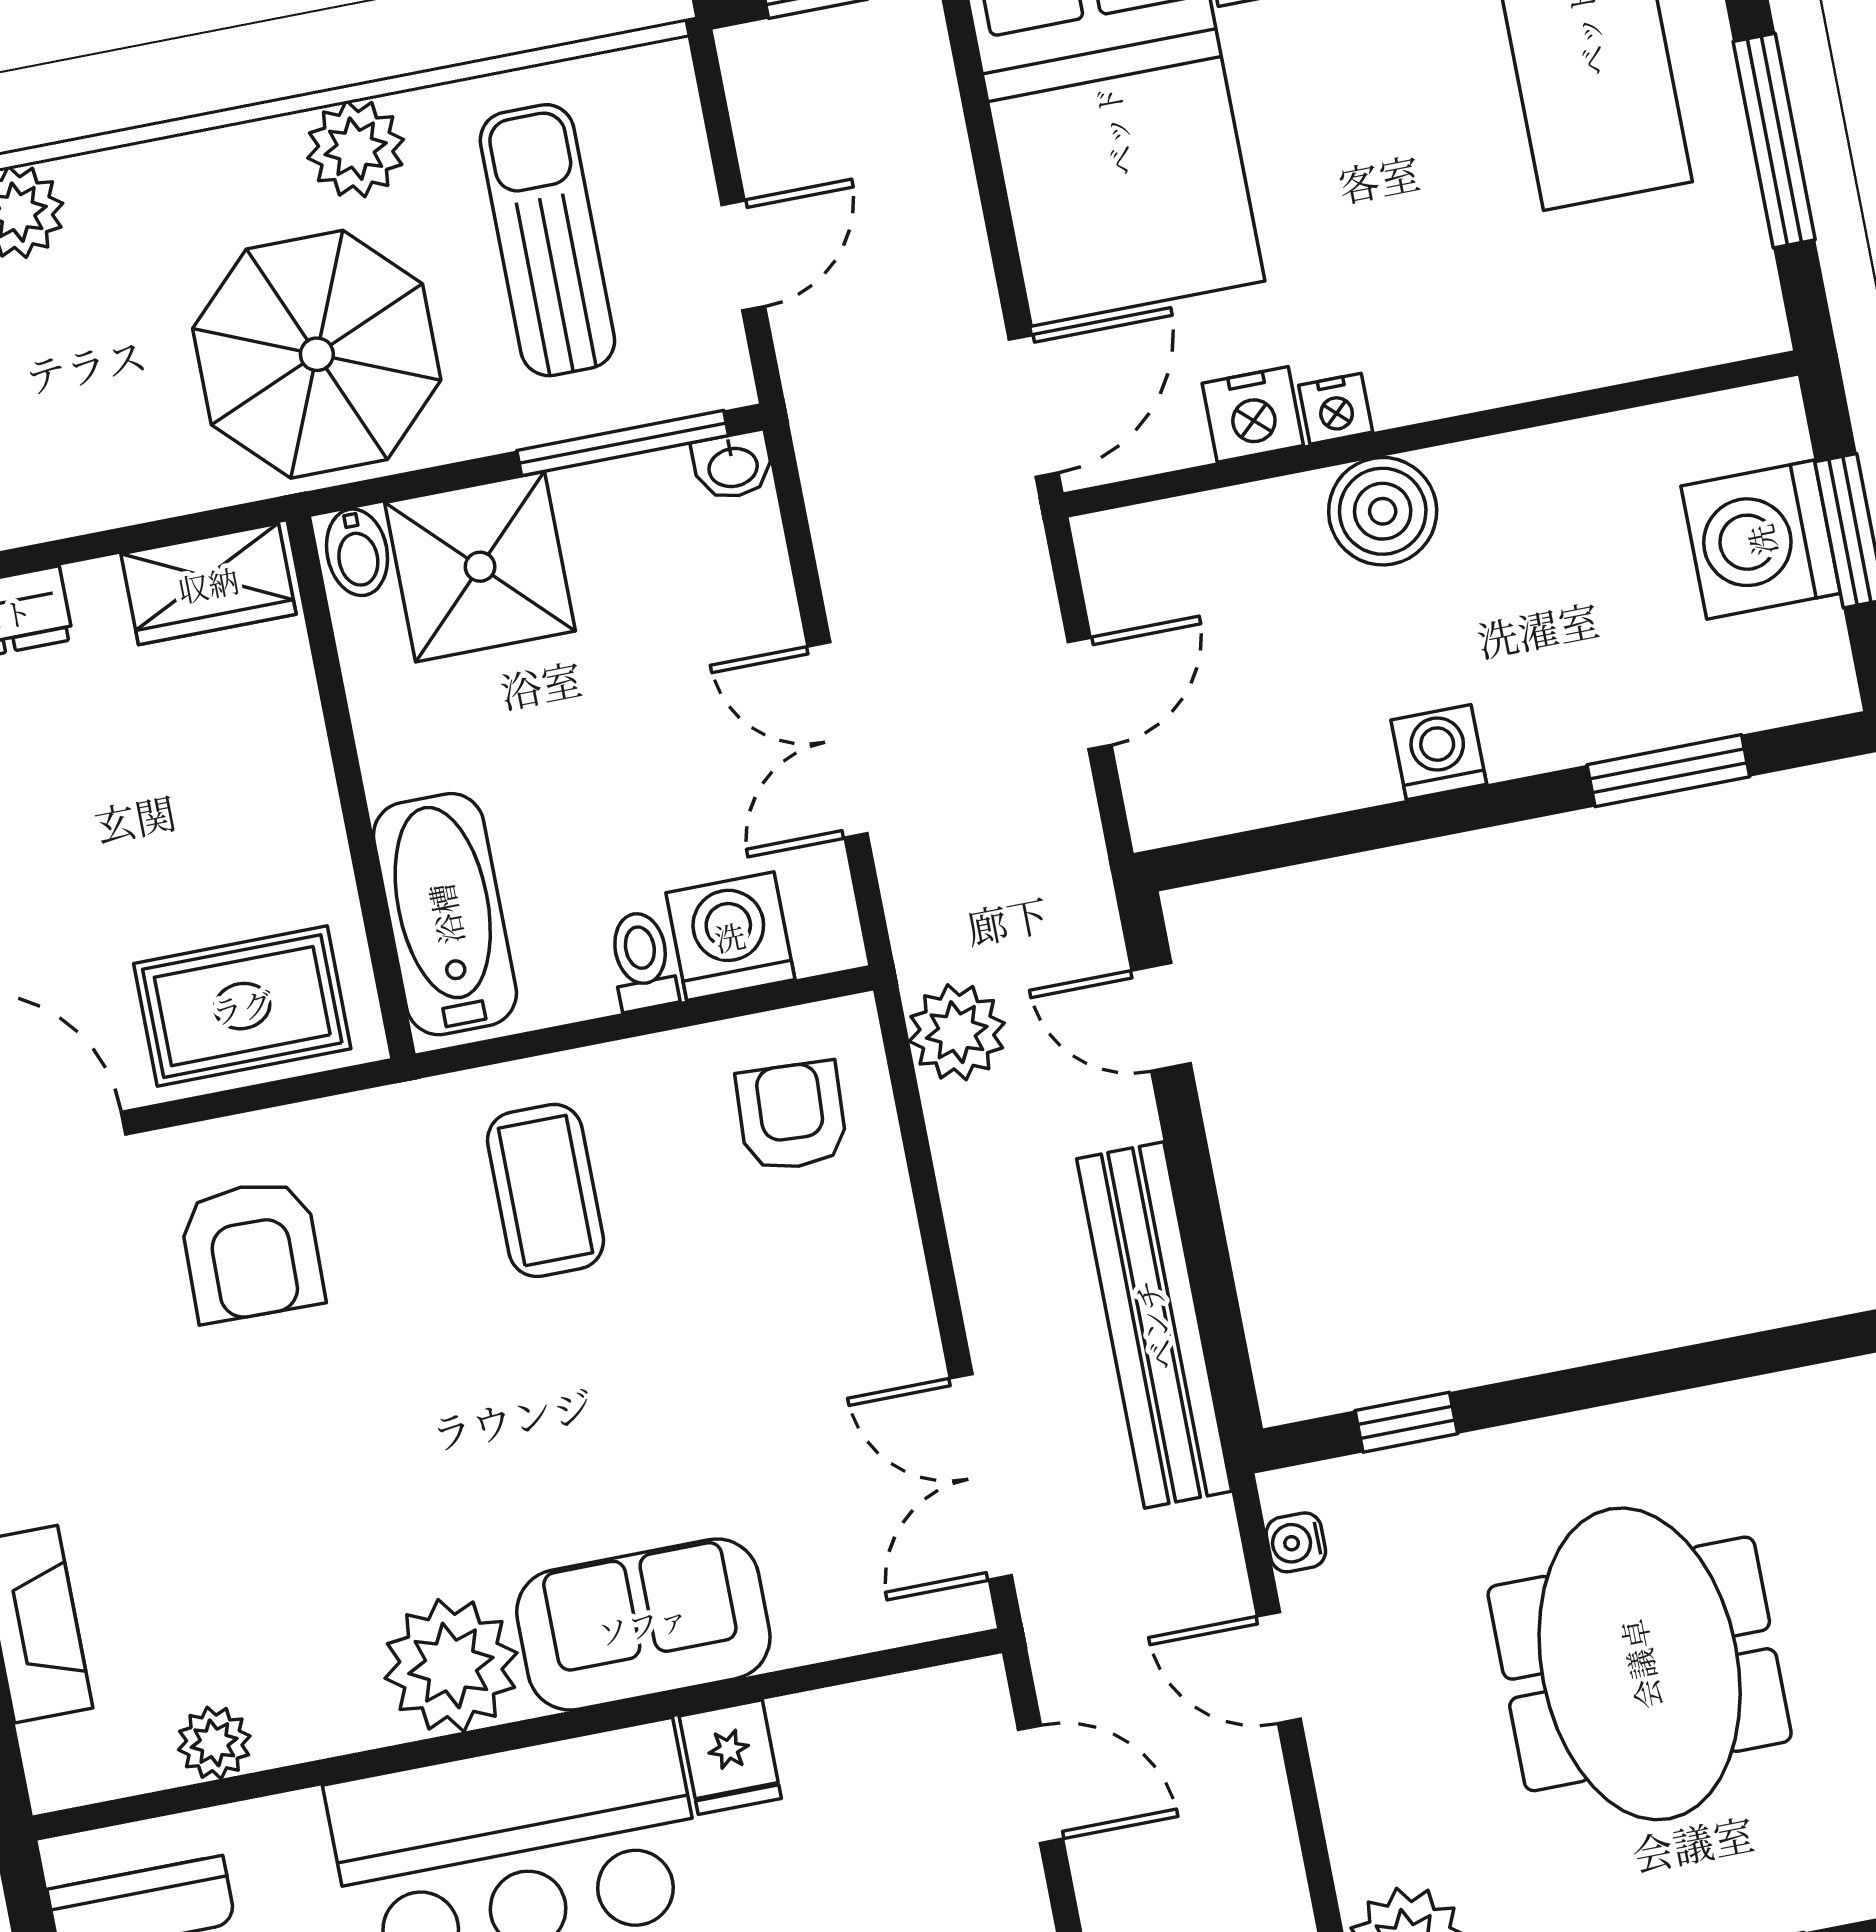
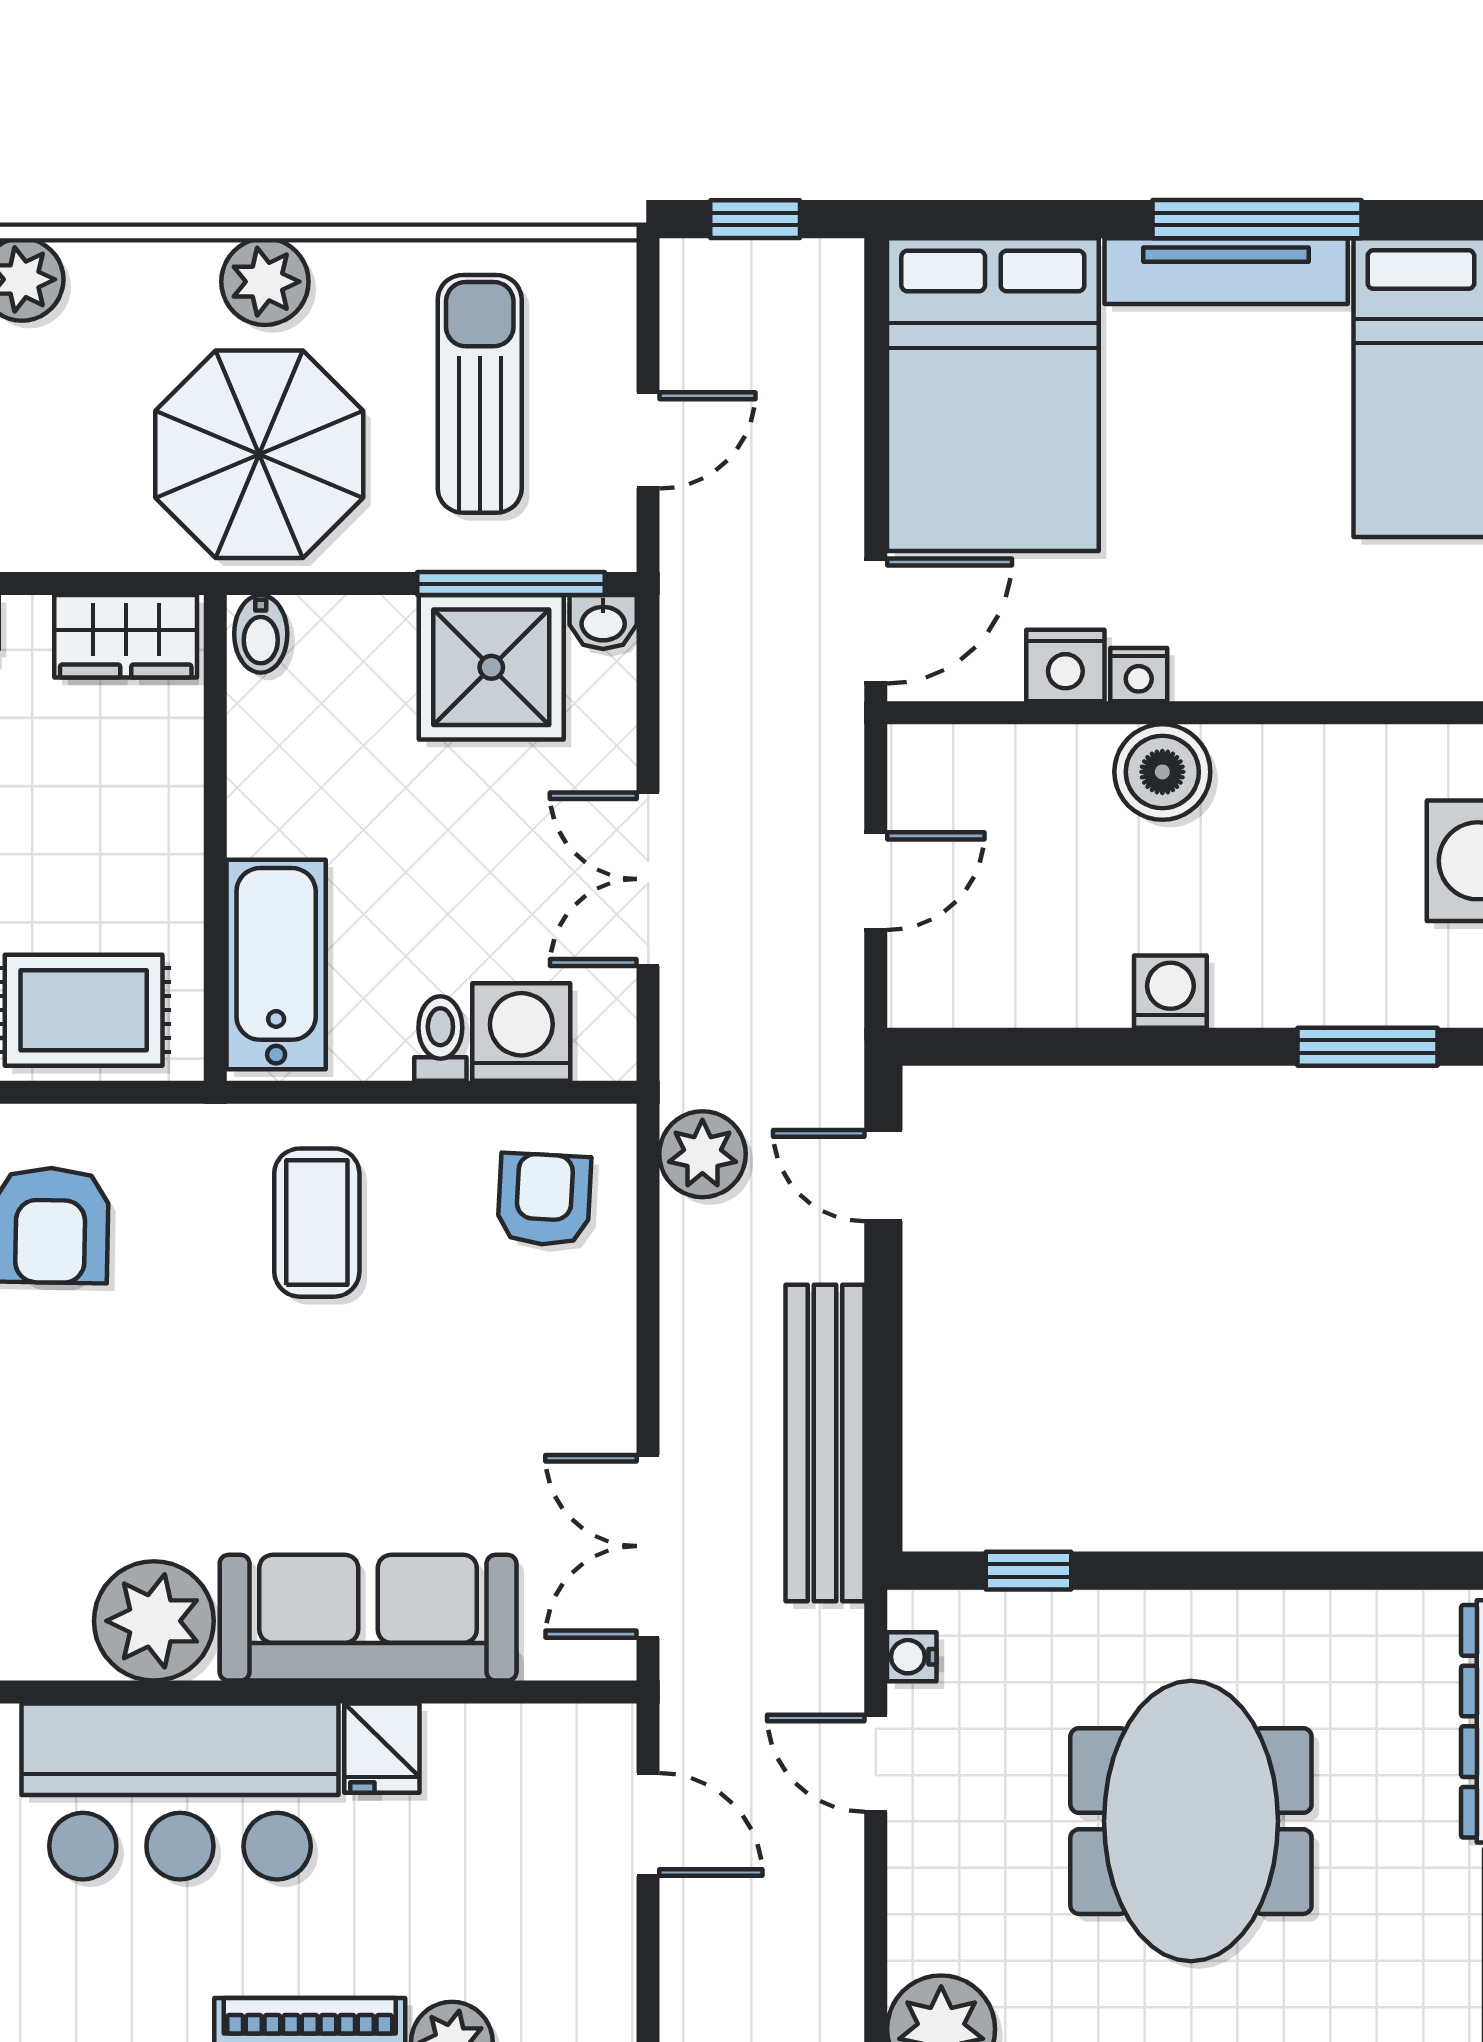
plant: (356, 149) -> (265, 282), moved
shower: (480, 567) -> (491, 667), moved
sofa: (643, 1624) -> (368, 1618), width x1.36

